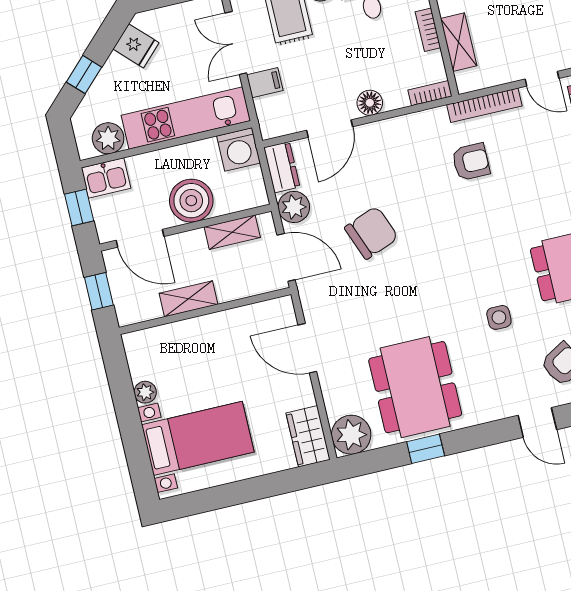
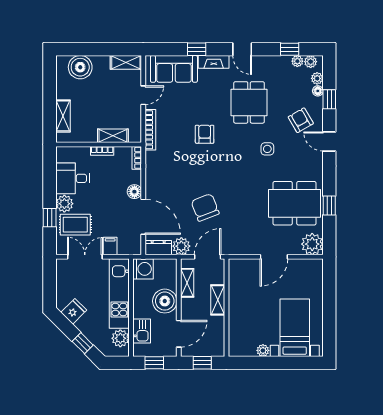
double door: (236, 43) -> (85, 257), swing flipped
door: (330, 129) -> (143, 217), width x1.36
armchair: (471, 162) -> (205, 134), moved
kitchen sink: (106, 178) -> (142, 331), moved
shelving: (188, 299) -> (218, 300), moved
door: (307, 348) -> (274, 257), moved
door: (537, 423) -> (329, 141), swing flipped
wardrobe: (308, 436) -> (308, 268), removed

